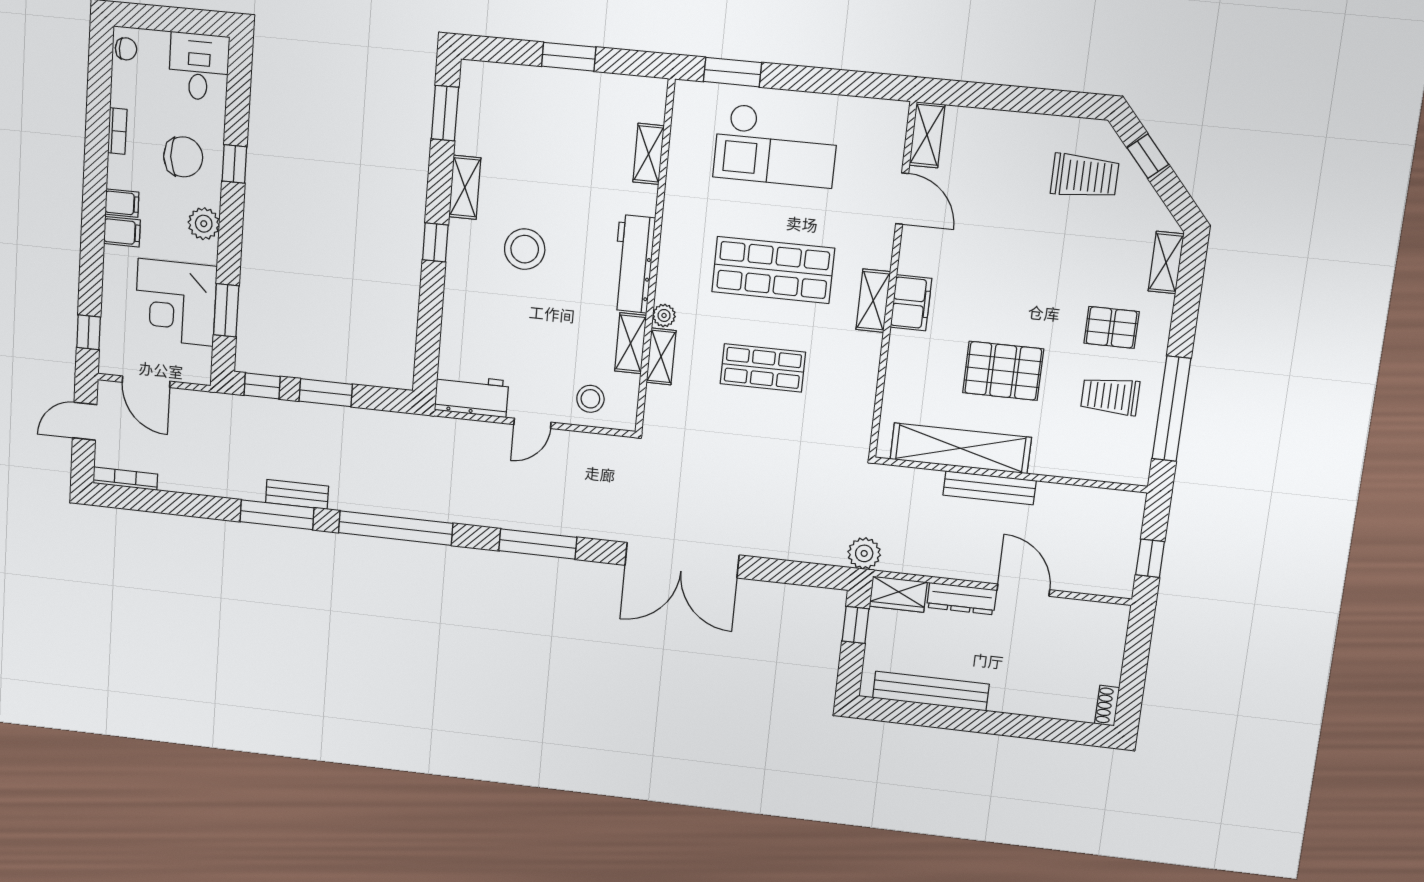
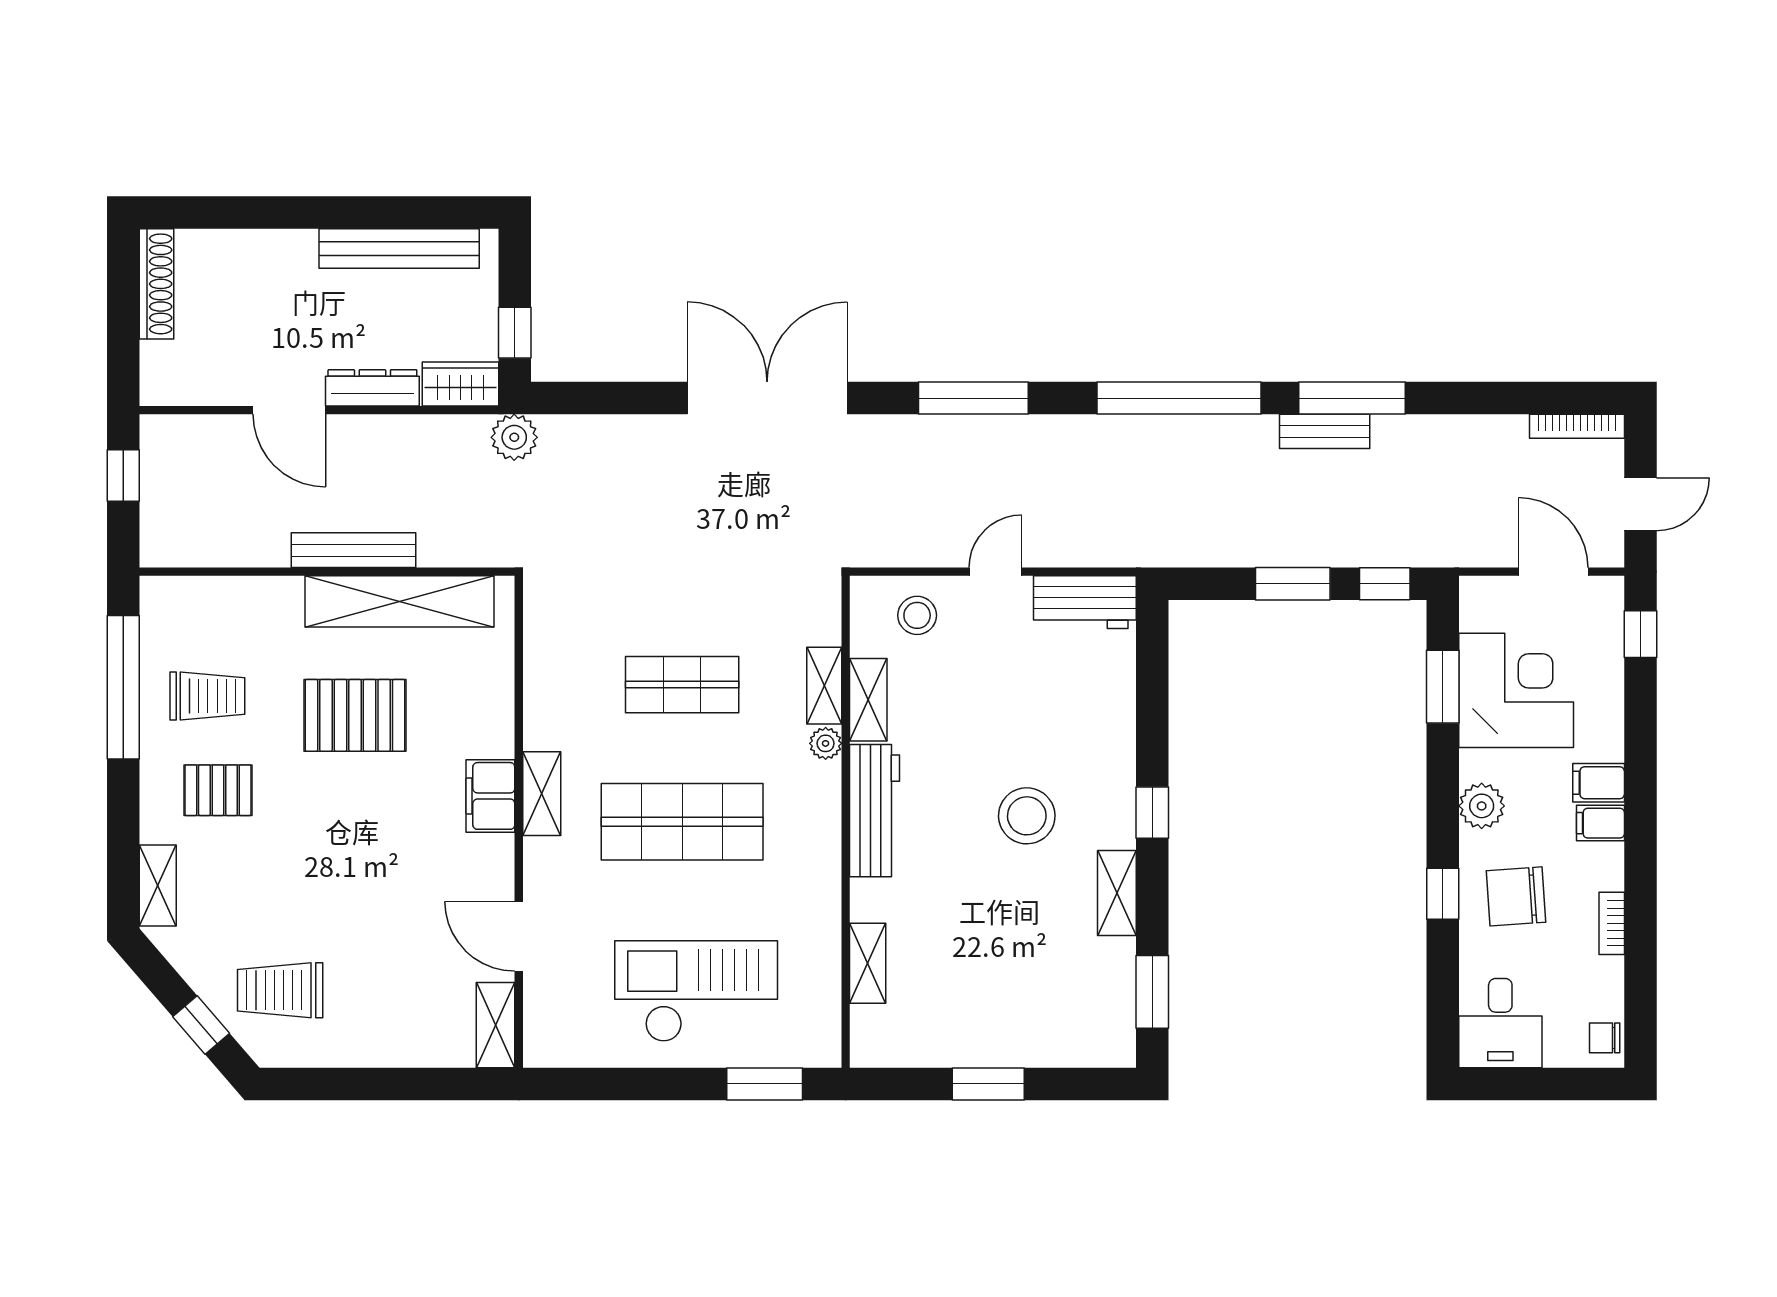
shoe rack: (1107, 706) -> (157, 284), width x1.94, depth x1.24

